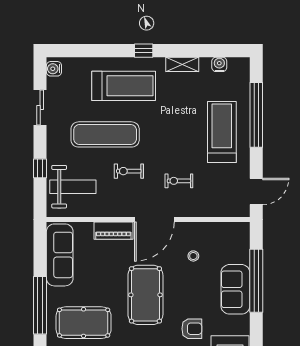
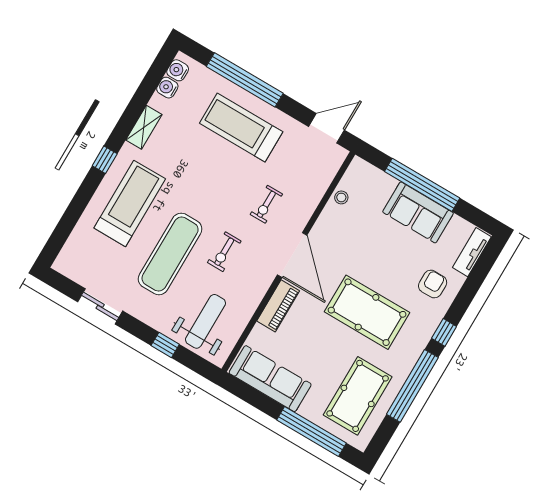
water cooler: (54, 69) -> (178, 70), moved, turned 90
door: (256, 191) -> (327, 128), hinge flipped
stool: (193, 256) -> (341, 197), moved

